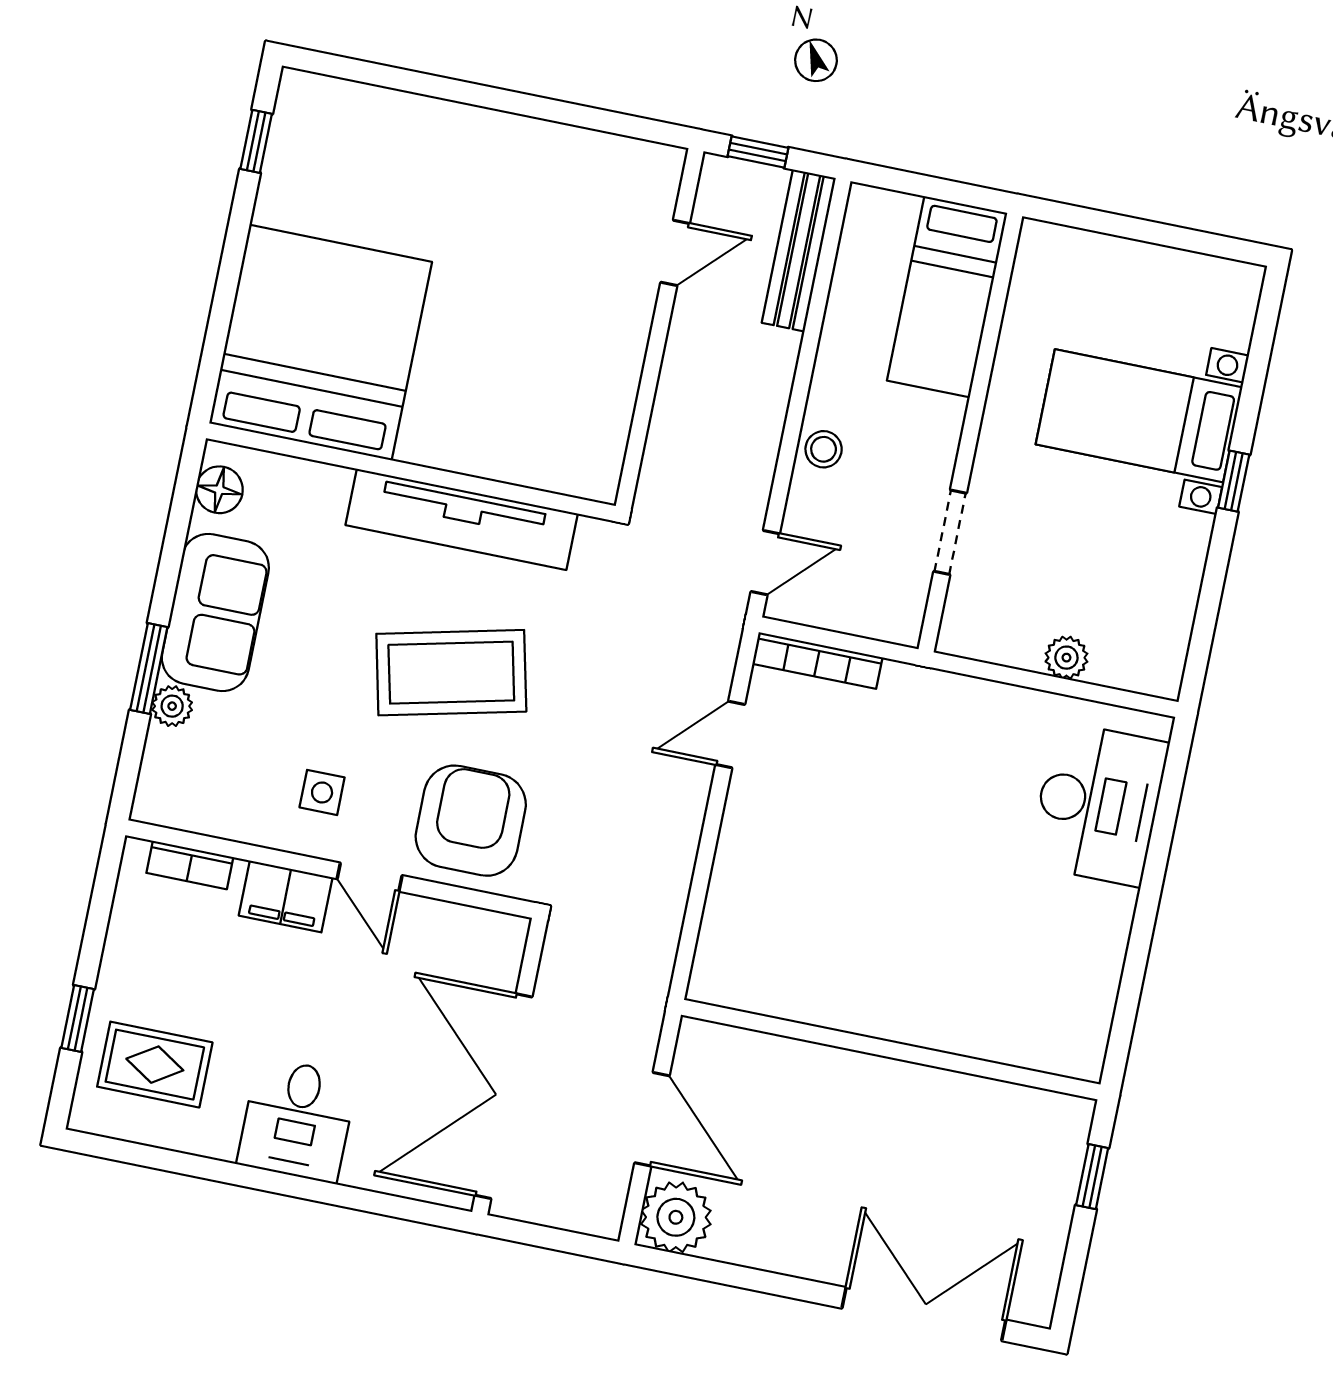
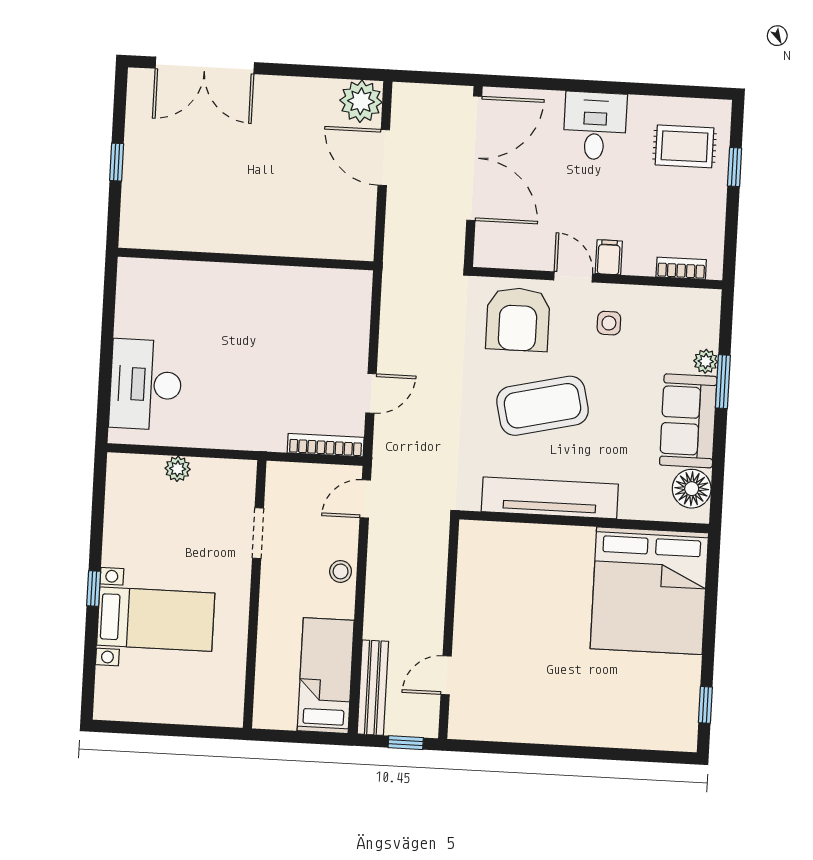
bed: (947, 297) -> (326, 676), moved
floor lamp: (219, 490) -> (692, 489), width x1.38, depth x1.38
filing cabinet: (286, 896) -> (609, 257), width x0.50
wall: (891, 1050) -> (246, 259), moved

